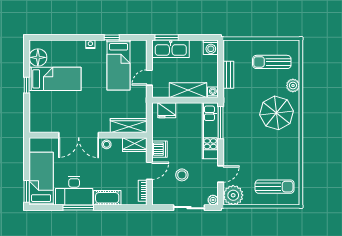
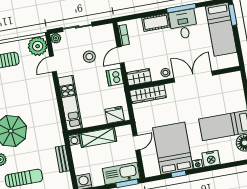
nightstand: (76, 47) -> (211, 159), added
bed: (119, 65) -> (173, 148), width x1.50
window: (221, 123) -> (62, 112), removed
desk: (74, 191) -> (183, 24), width x0.73

